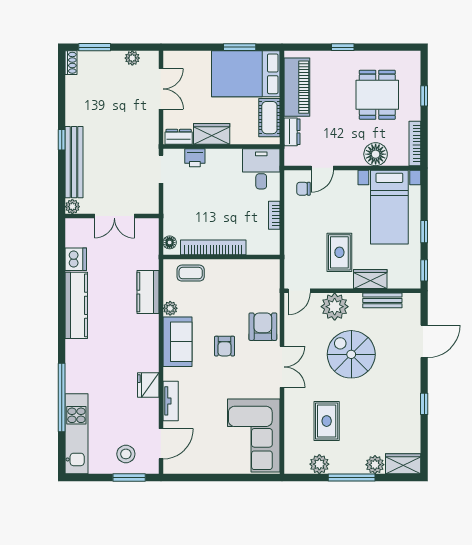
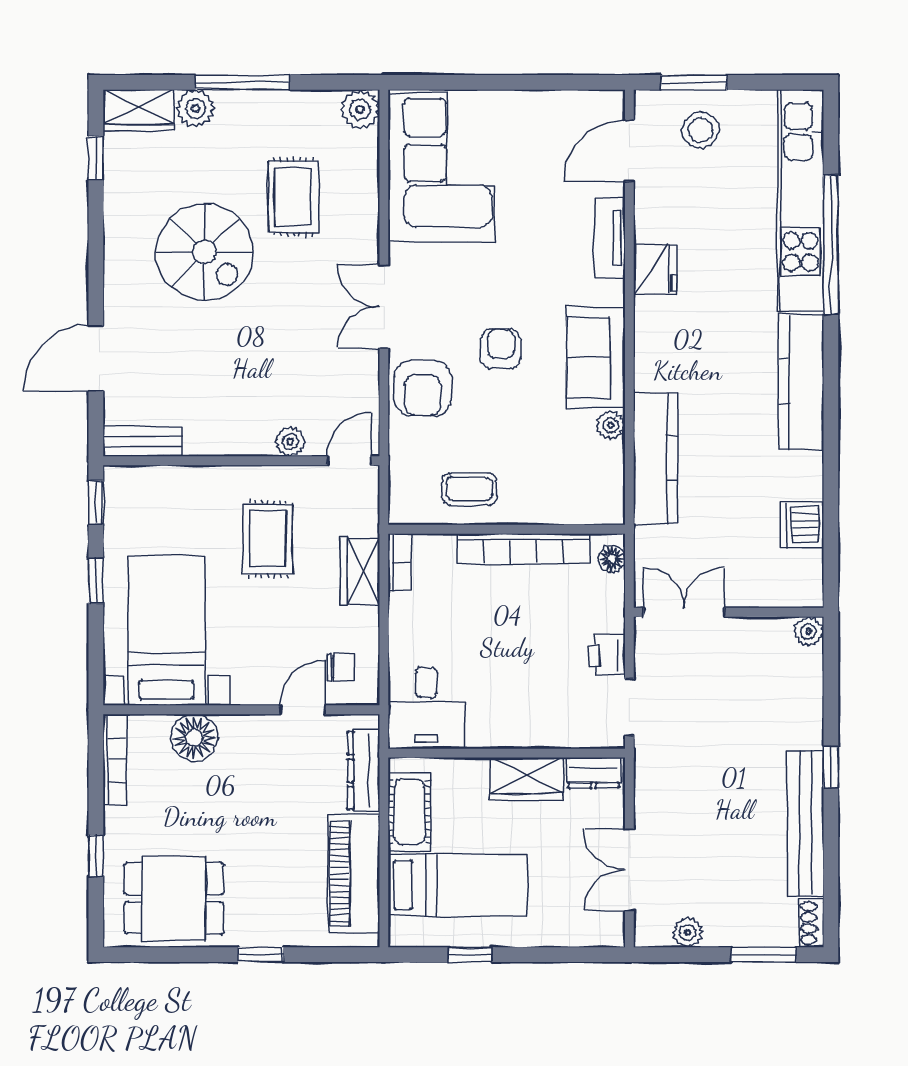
window: (240, 47) -> (470, 955), width x0.67
bed: (246, 74) -> (458, 885), width x0.67
dining table: (377, 95) -> (174, 898), moved, turned 90
dresser: (292, 132) -> (364, 771), width x1.44
printer: (195, 158) -> (607, 655), moved, turned -90
bench: (74, 162) -> (806, 823), moved
bookcase: (274, 215) -> (400, 562), moved
double door: (114, 216) -> (684, 612), moved
coffee table: (191, 273) -> (469, 489), moved
wardrobe: (370, 279) -> (360, 571), moved, turned 90
kitchen counter: (148, 292) -> (656, 458), width x1.50
bench: (382, 300) -> (143, 441), moved
kitchen counter: (76, 305) -> (801, 382), moved
plant: (335, 307) -> (290, 442), width x0.53, depth x0.53
spiral stairs: (351, 354) -> (205, 252), moved
window: (424, 404) -> (96, 158), moved
kitchen unit: (76, 434) -> (801, 201), width x1.36
plant: (319, 464) -> (360, 109), moved

